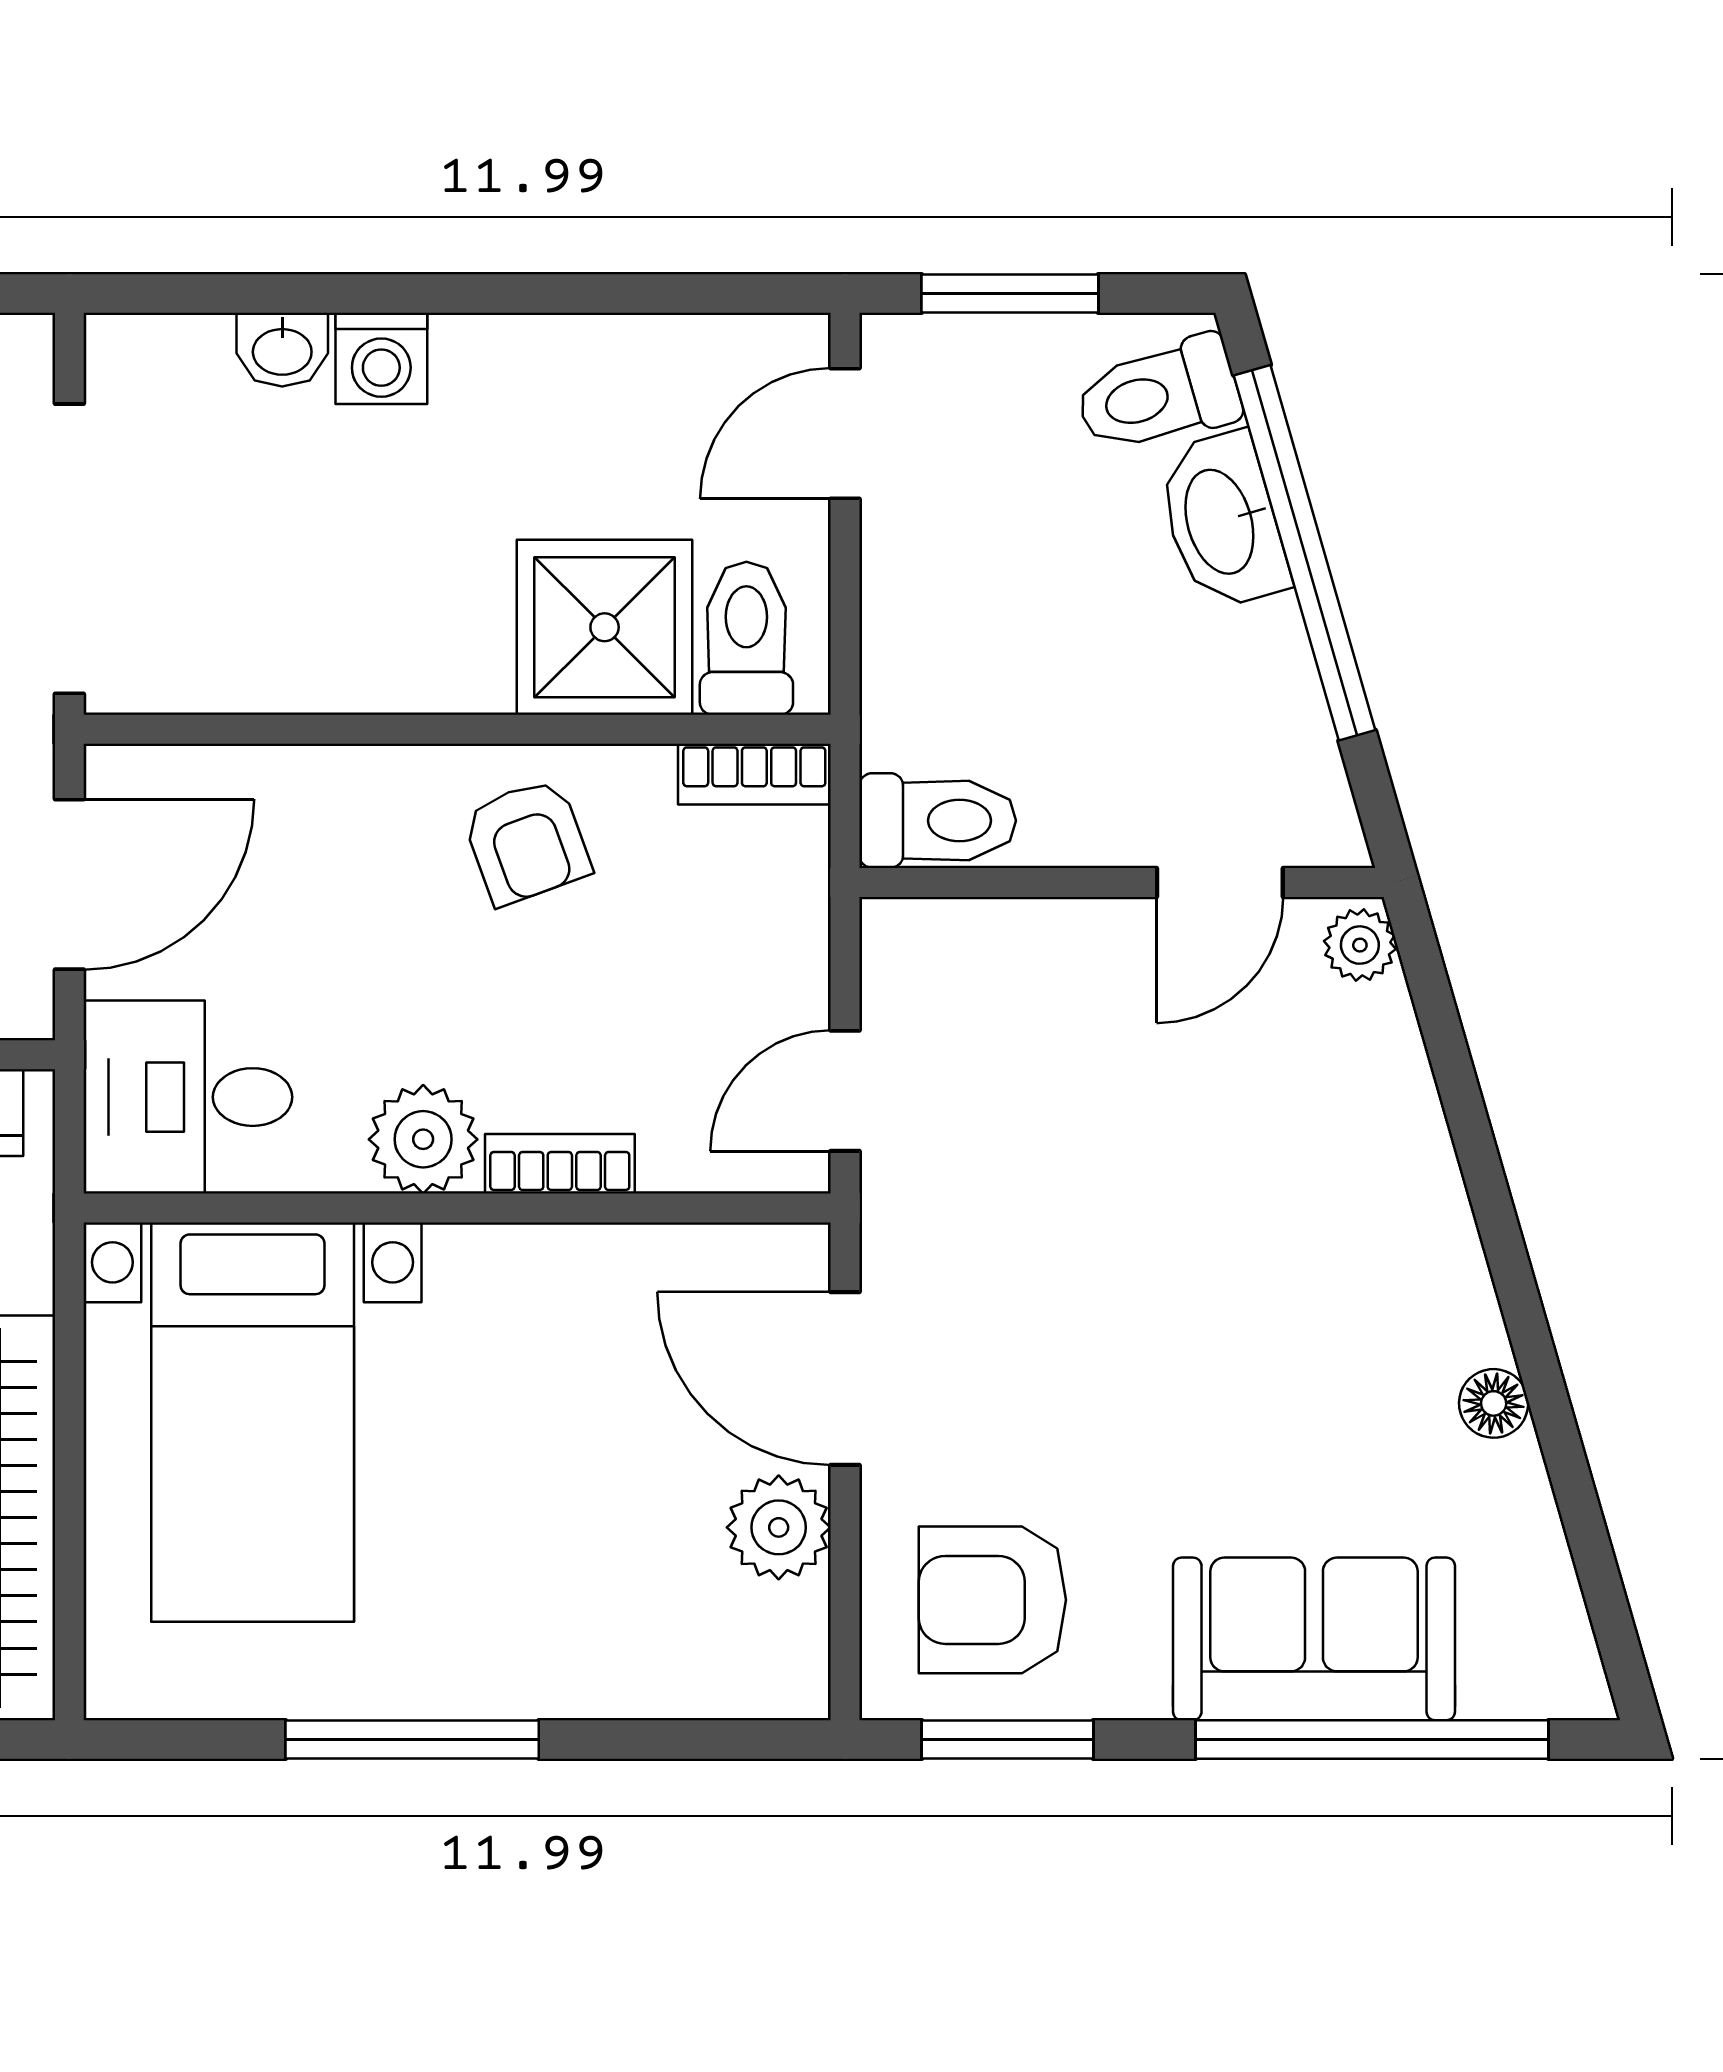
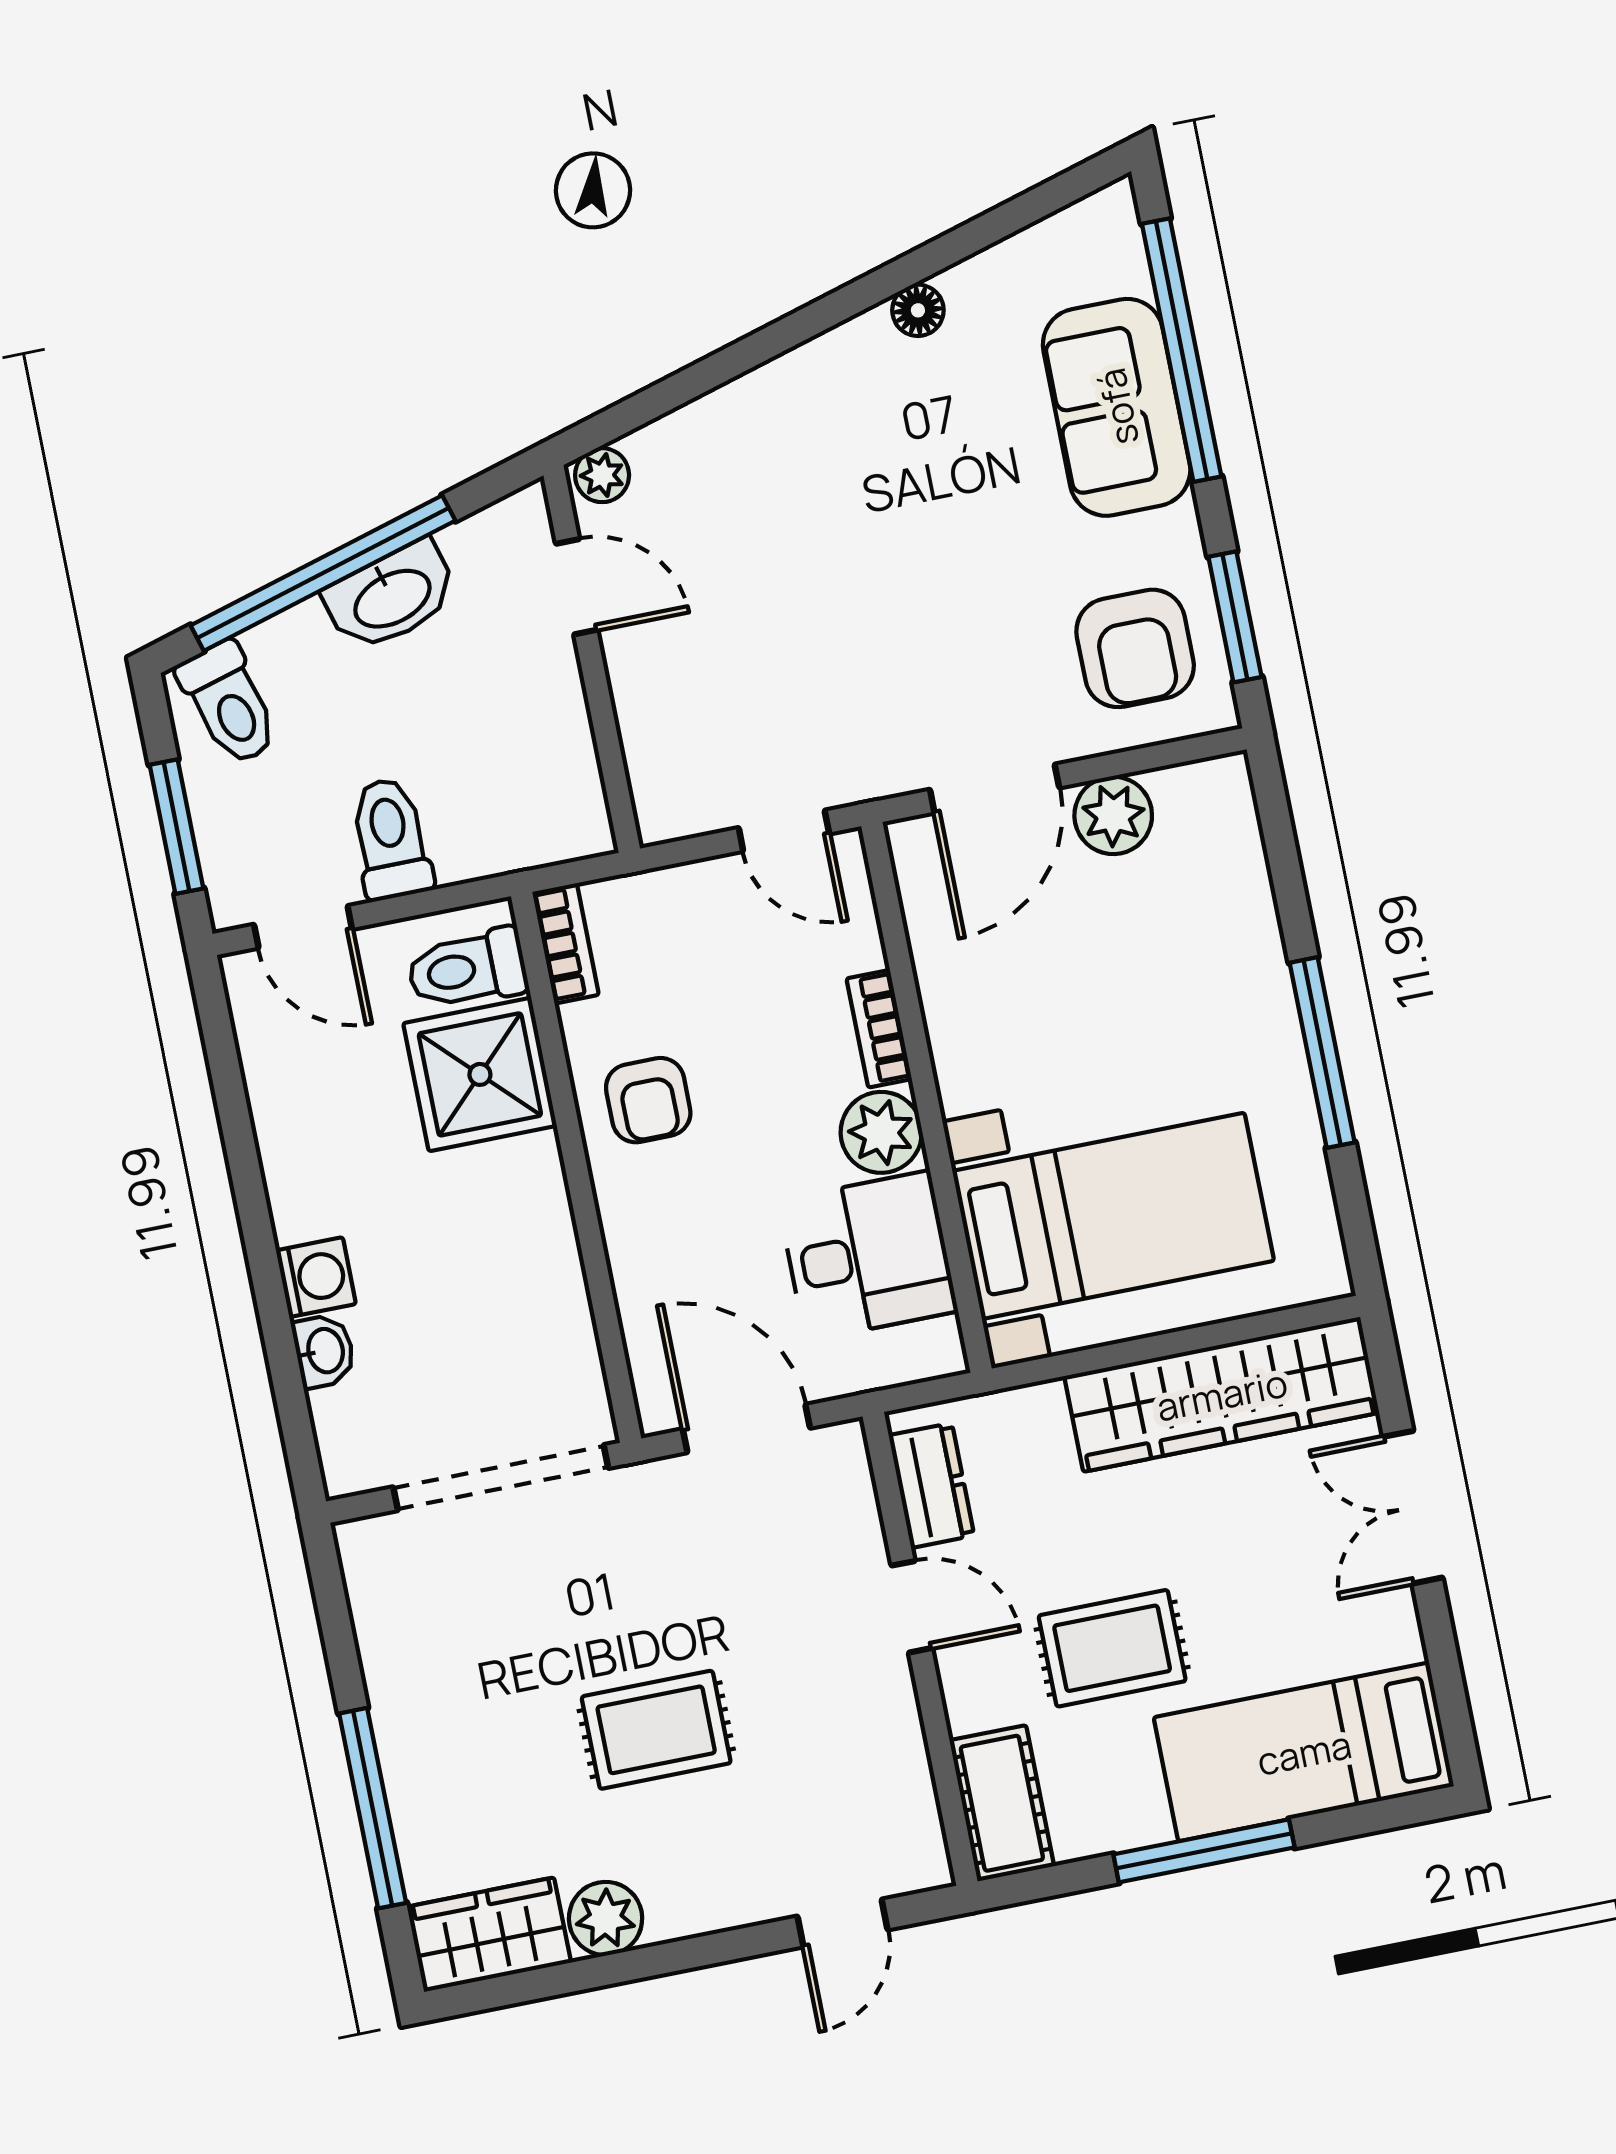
washbasin: (1222, 521) -> (391, 597), moved
toilet: (938, 821) -> (391, 839), moved
armchair: (527, 842) -> (648, 1100), turned 110
desk: (188, 1097) -> (868, 1256), moved, turned -90

